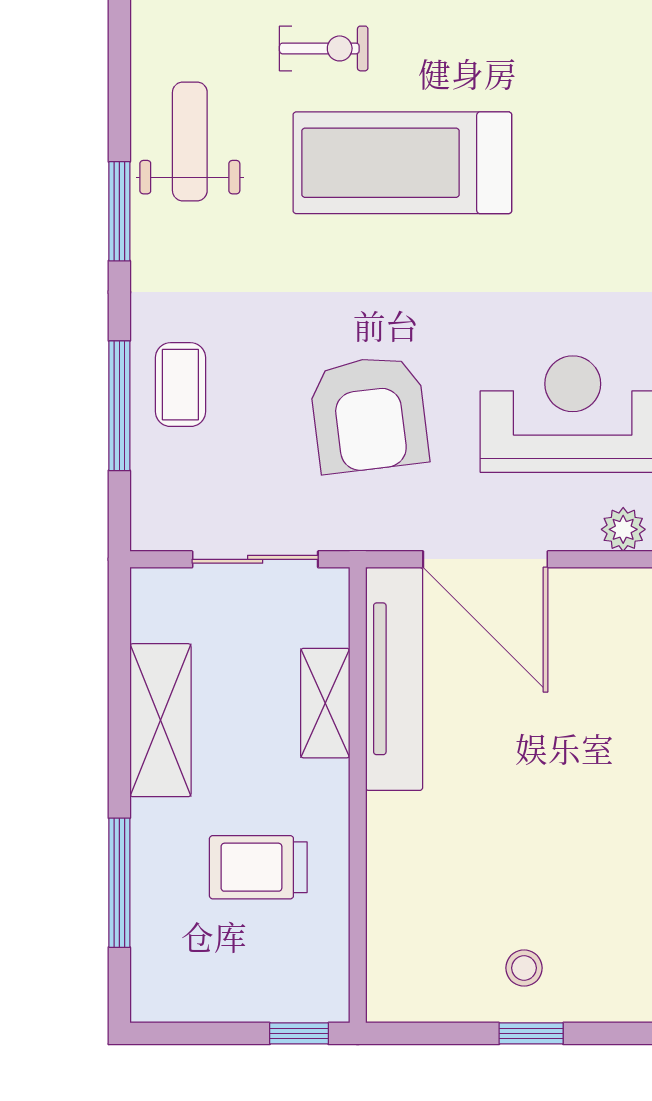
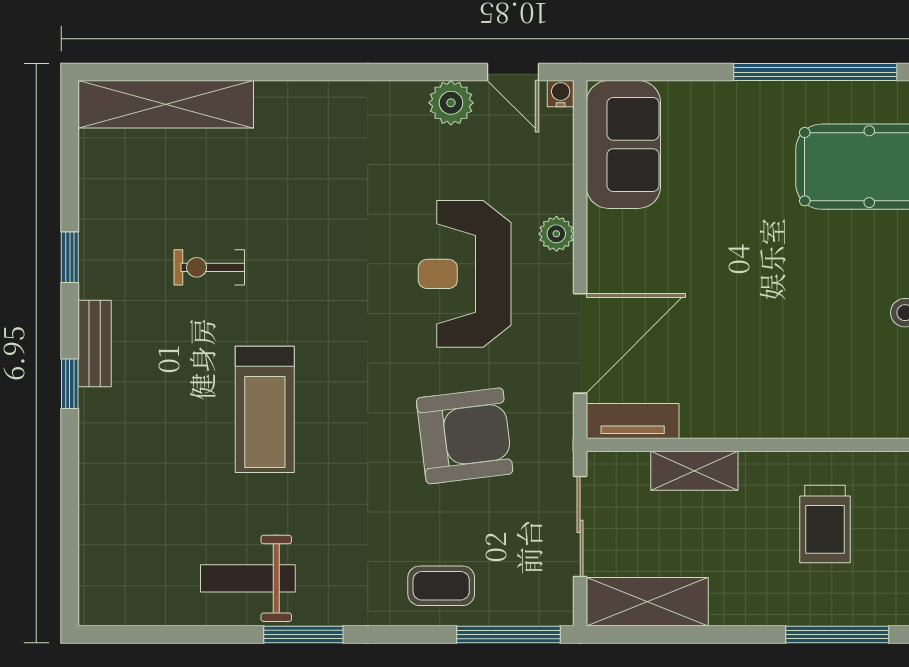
exercise bike: (324, 48) -> (209, 267), moved, turned -90
treadmill: (402, 163) -> (265, 409), width x0.73, depth x0.73
window: (119, 406) -> (508, 634), moved
tv unit: (394, 679) -> (633, 421), width x0.52, depth x0.78
shelving: (160, 720) -> (647, 602), moved

